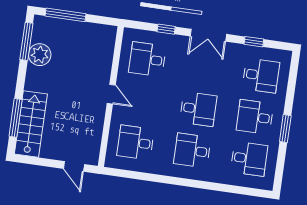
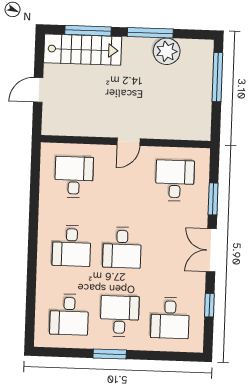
window: (166, 29) -> (213, 199), width x1.50
window: (26, 41) -> (150, 33), moved
desk: (192, 151) -> (72, 246), turned 180
door: (74, 166) -> (38, 90), moved

